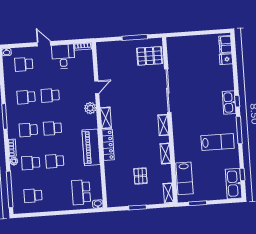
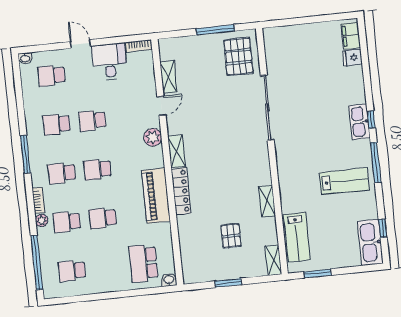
pallet: (150, 56) -> (238, 57), turned 90
shelving: (163, 125) -> (168, 77), moved

